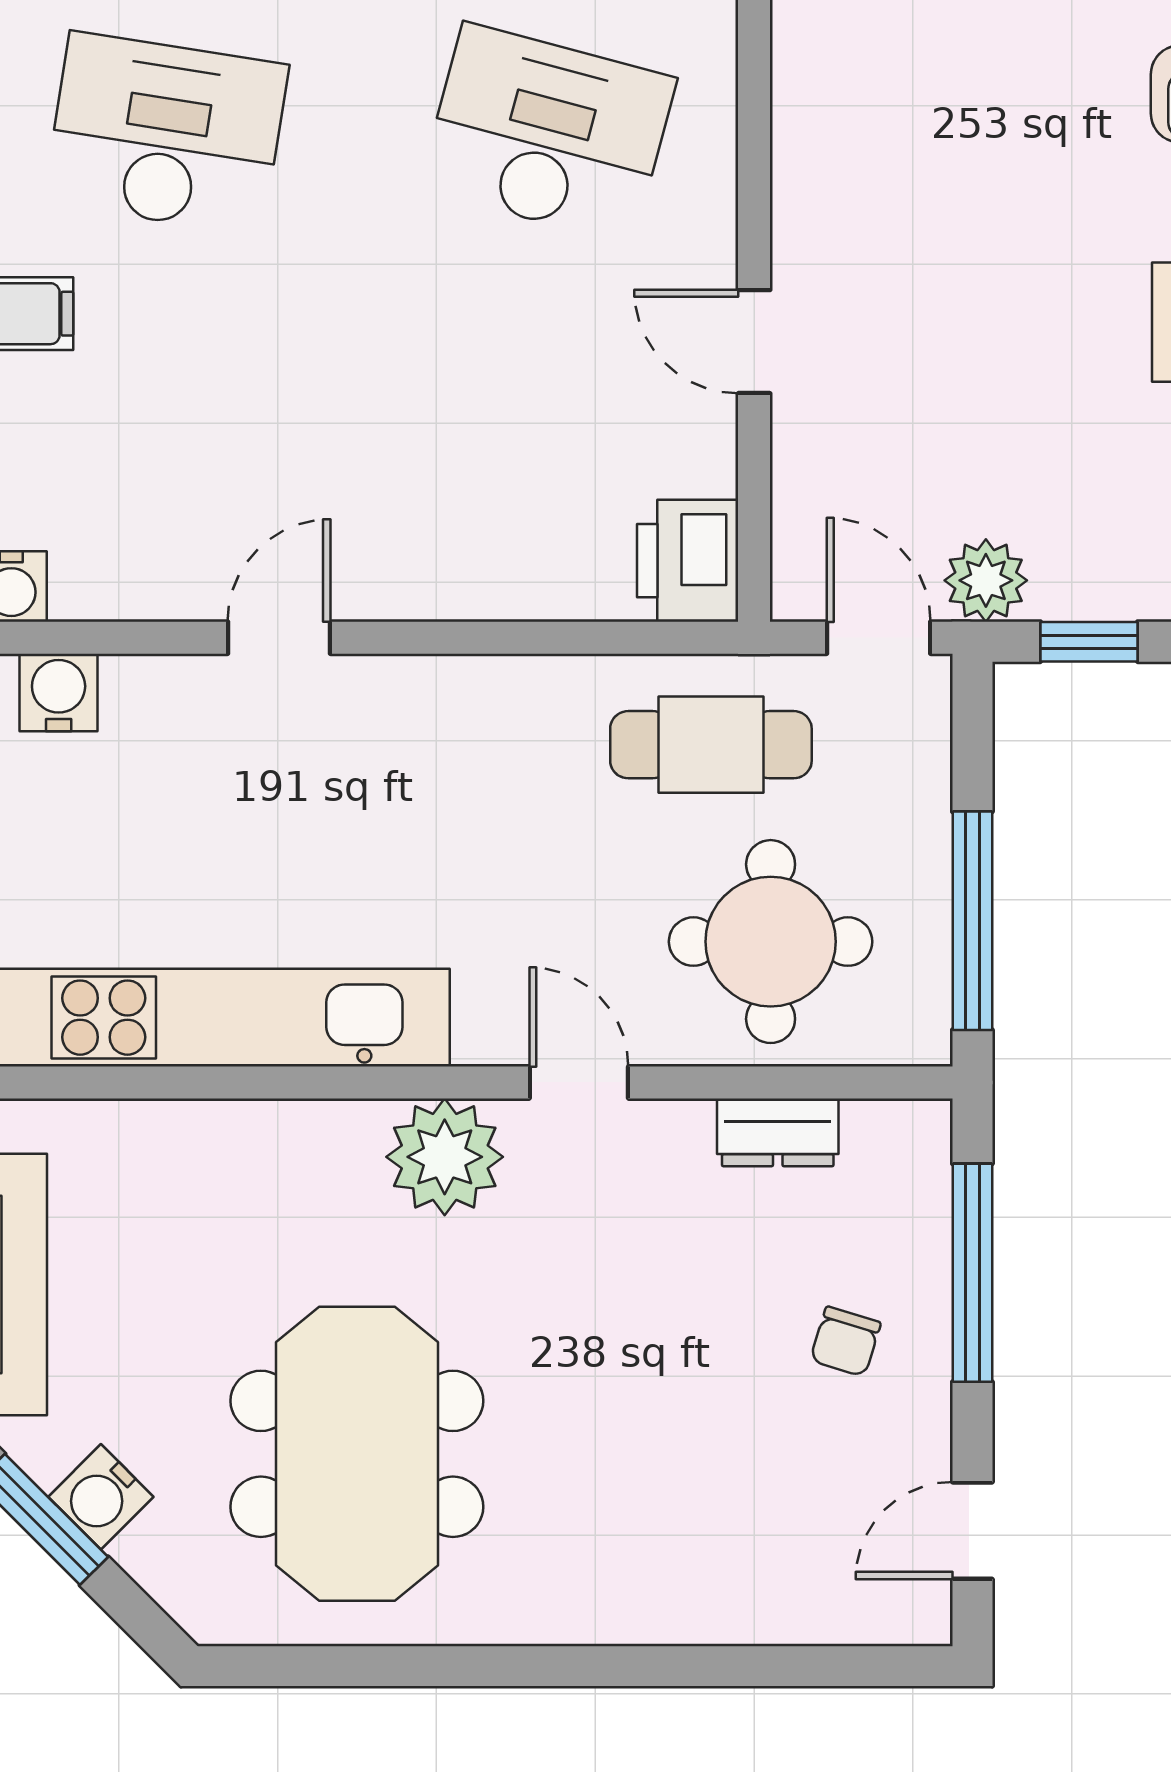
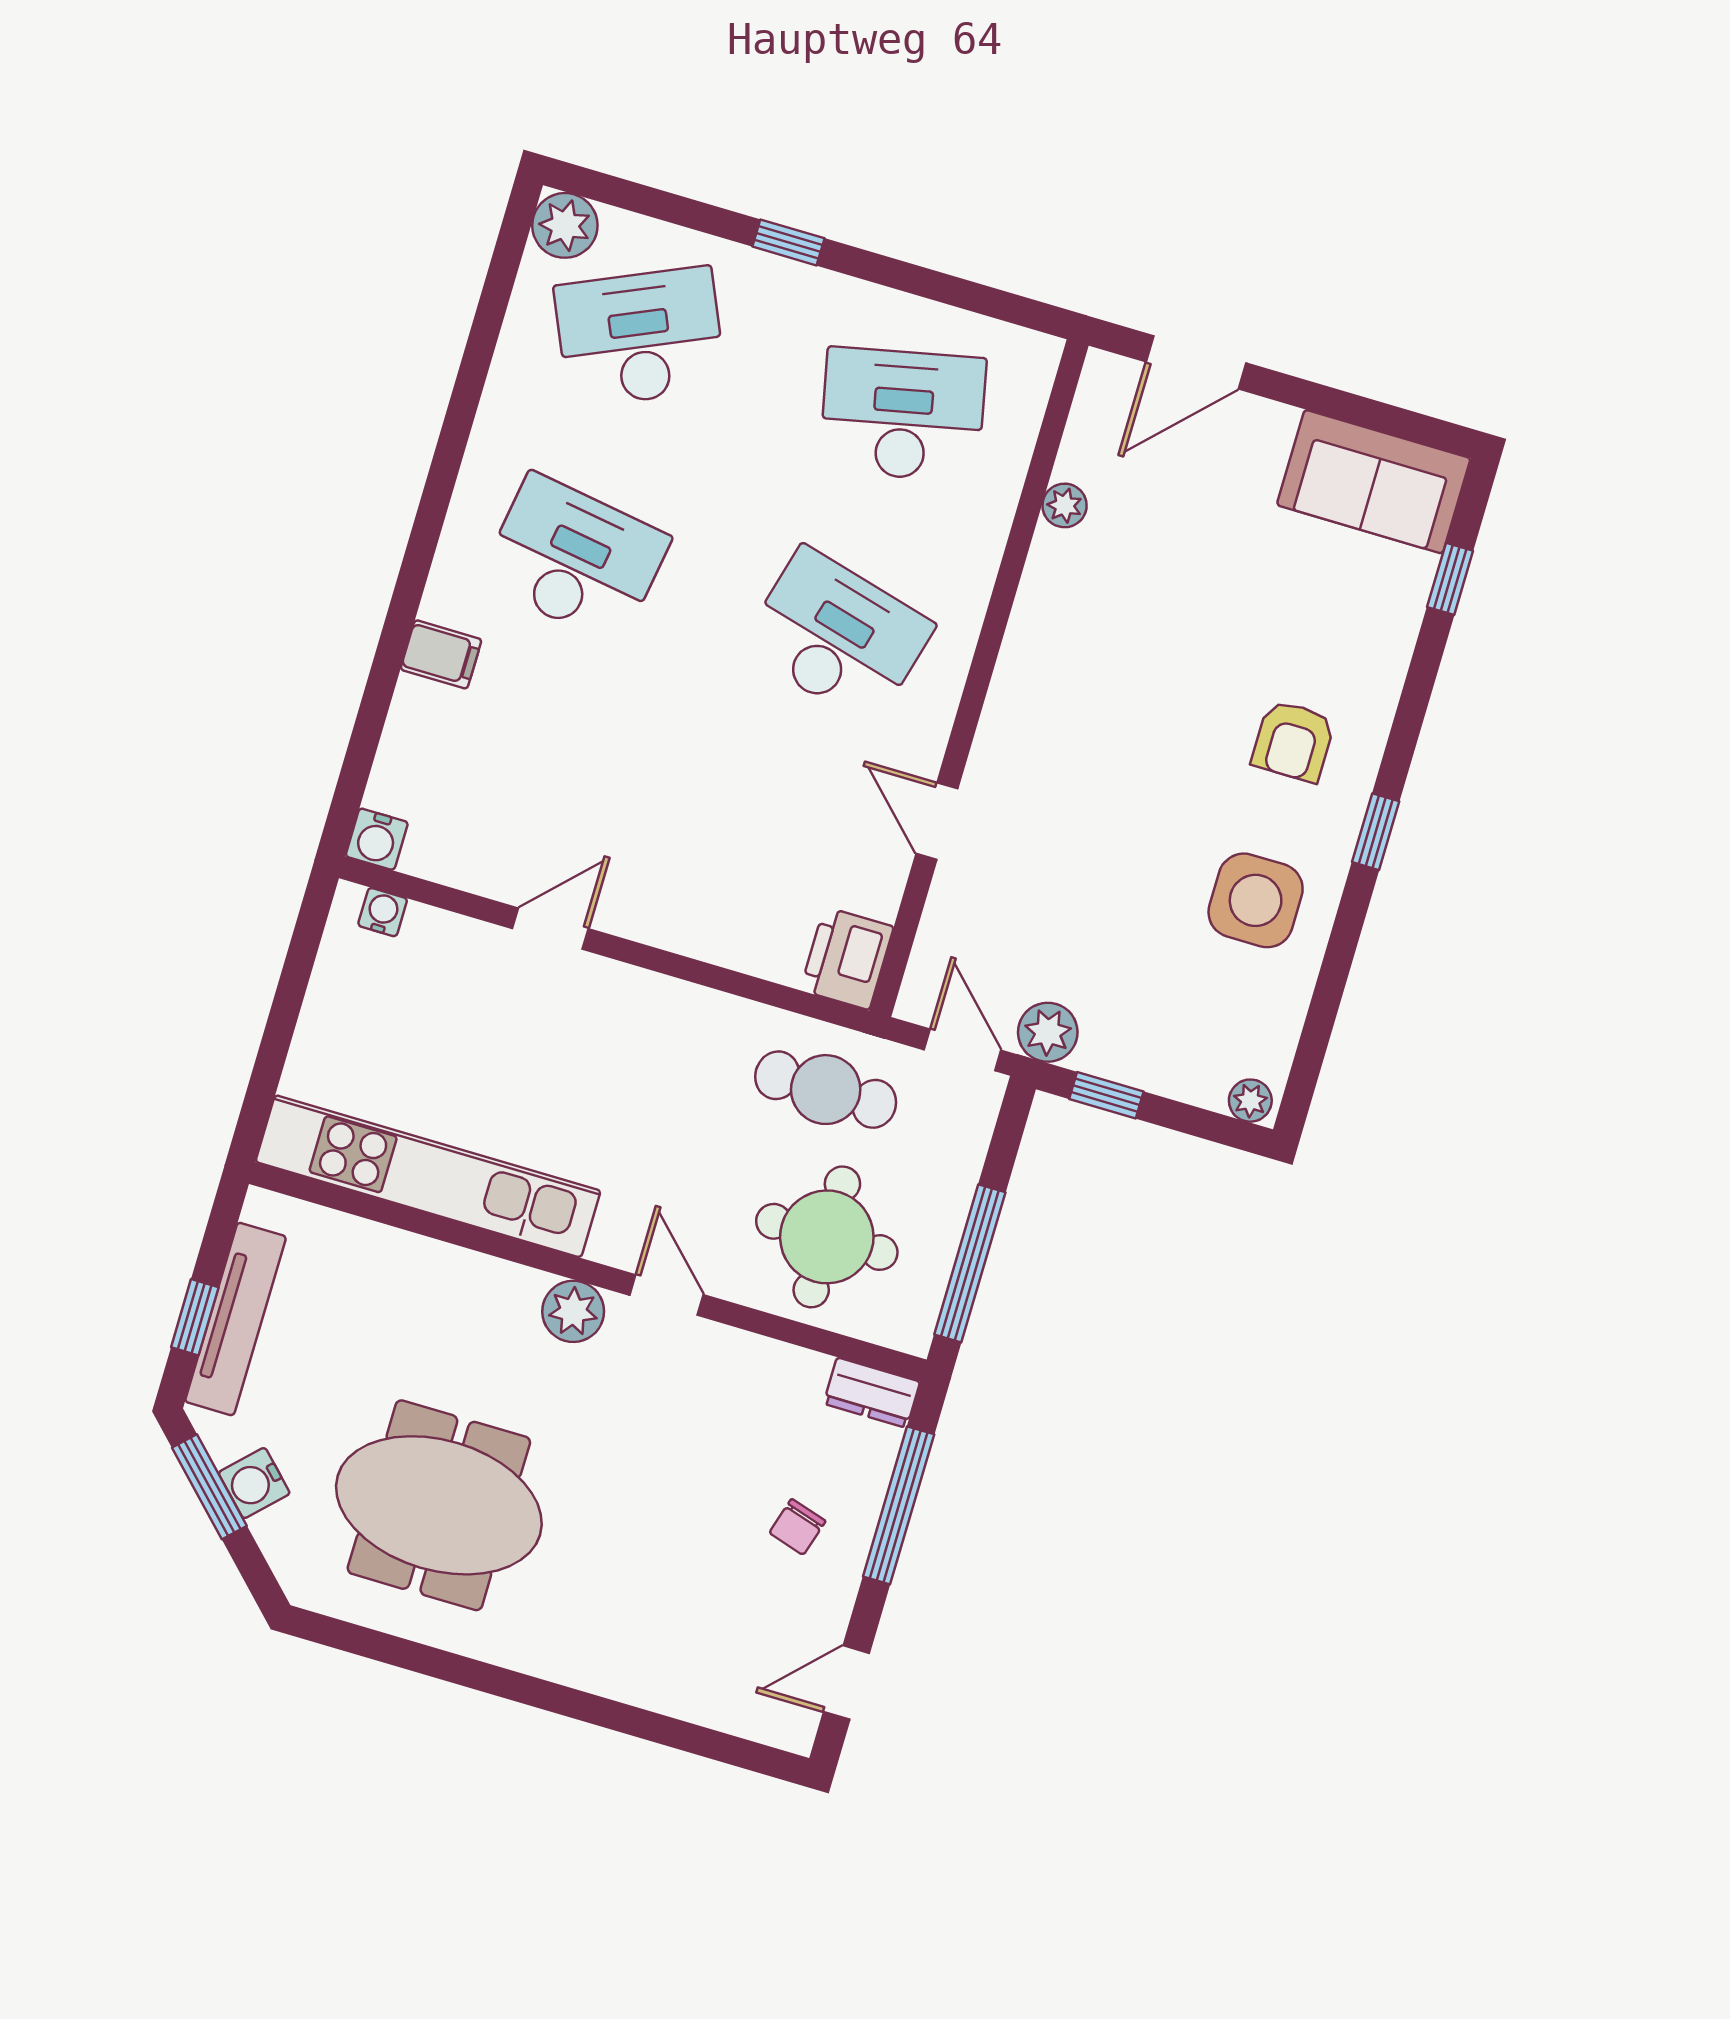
water cooler: (59, 692) -> (383, 912), width x0.72, depth x0.72
dresser: (778, 1132) -> (872, 1393), moved
plant: (445, 1157) -> (573, 1311), width x0.73, depth x0.73
meeting table: (357, 1454) -> (439, 1505), turned 90

